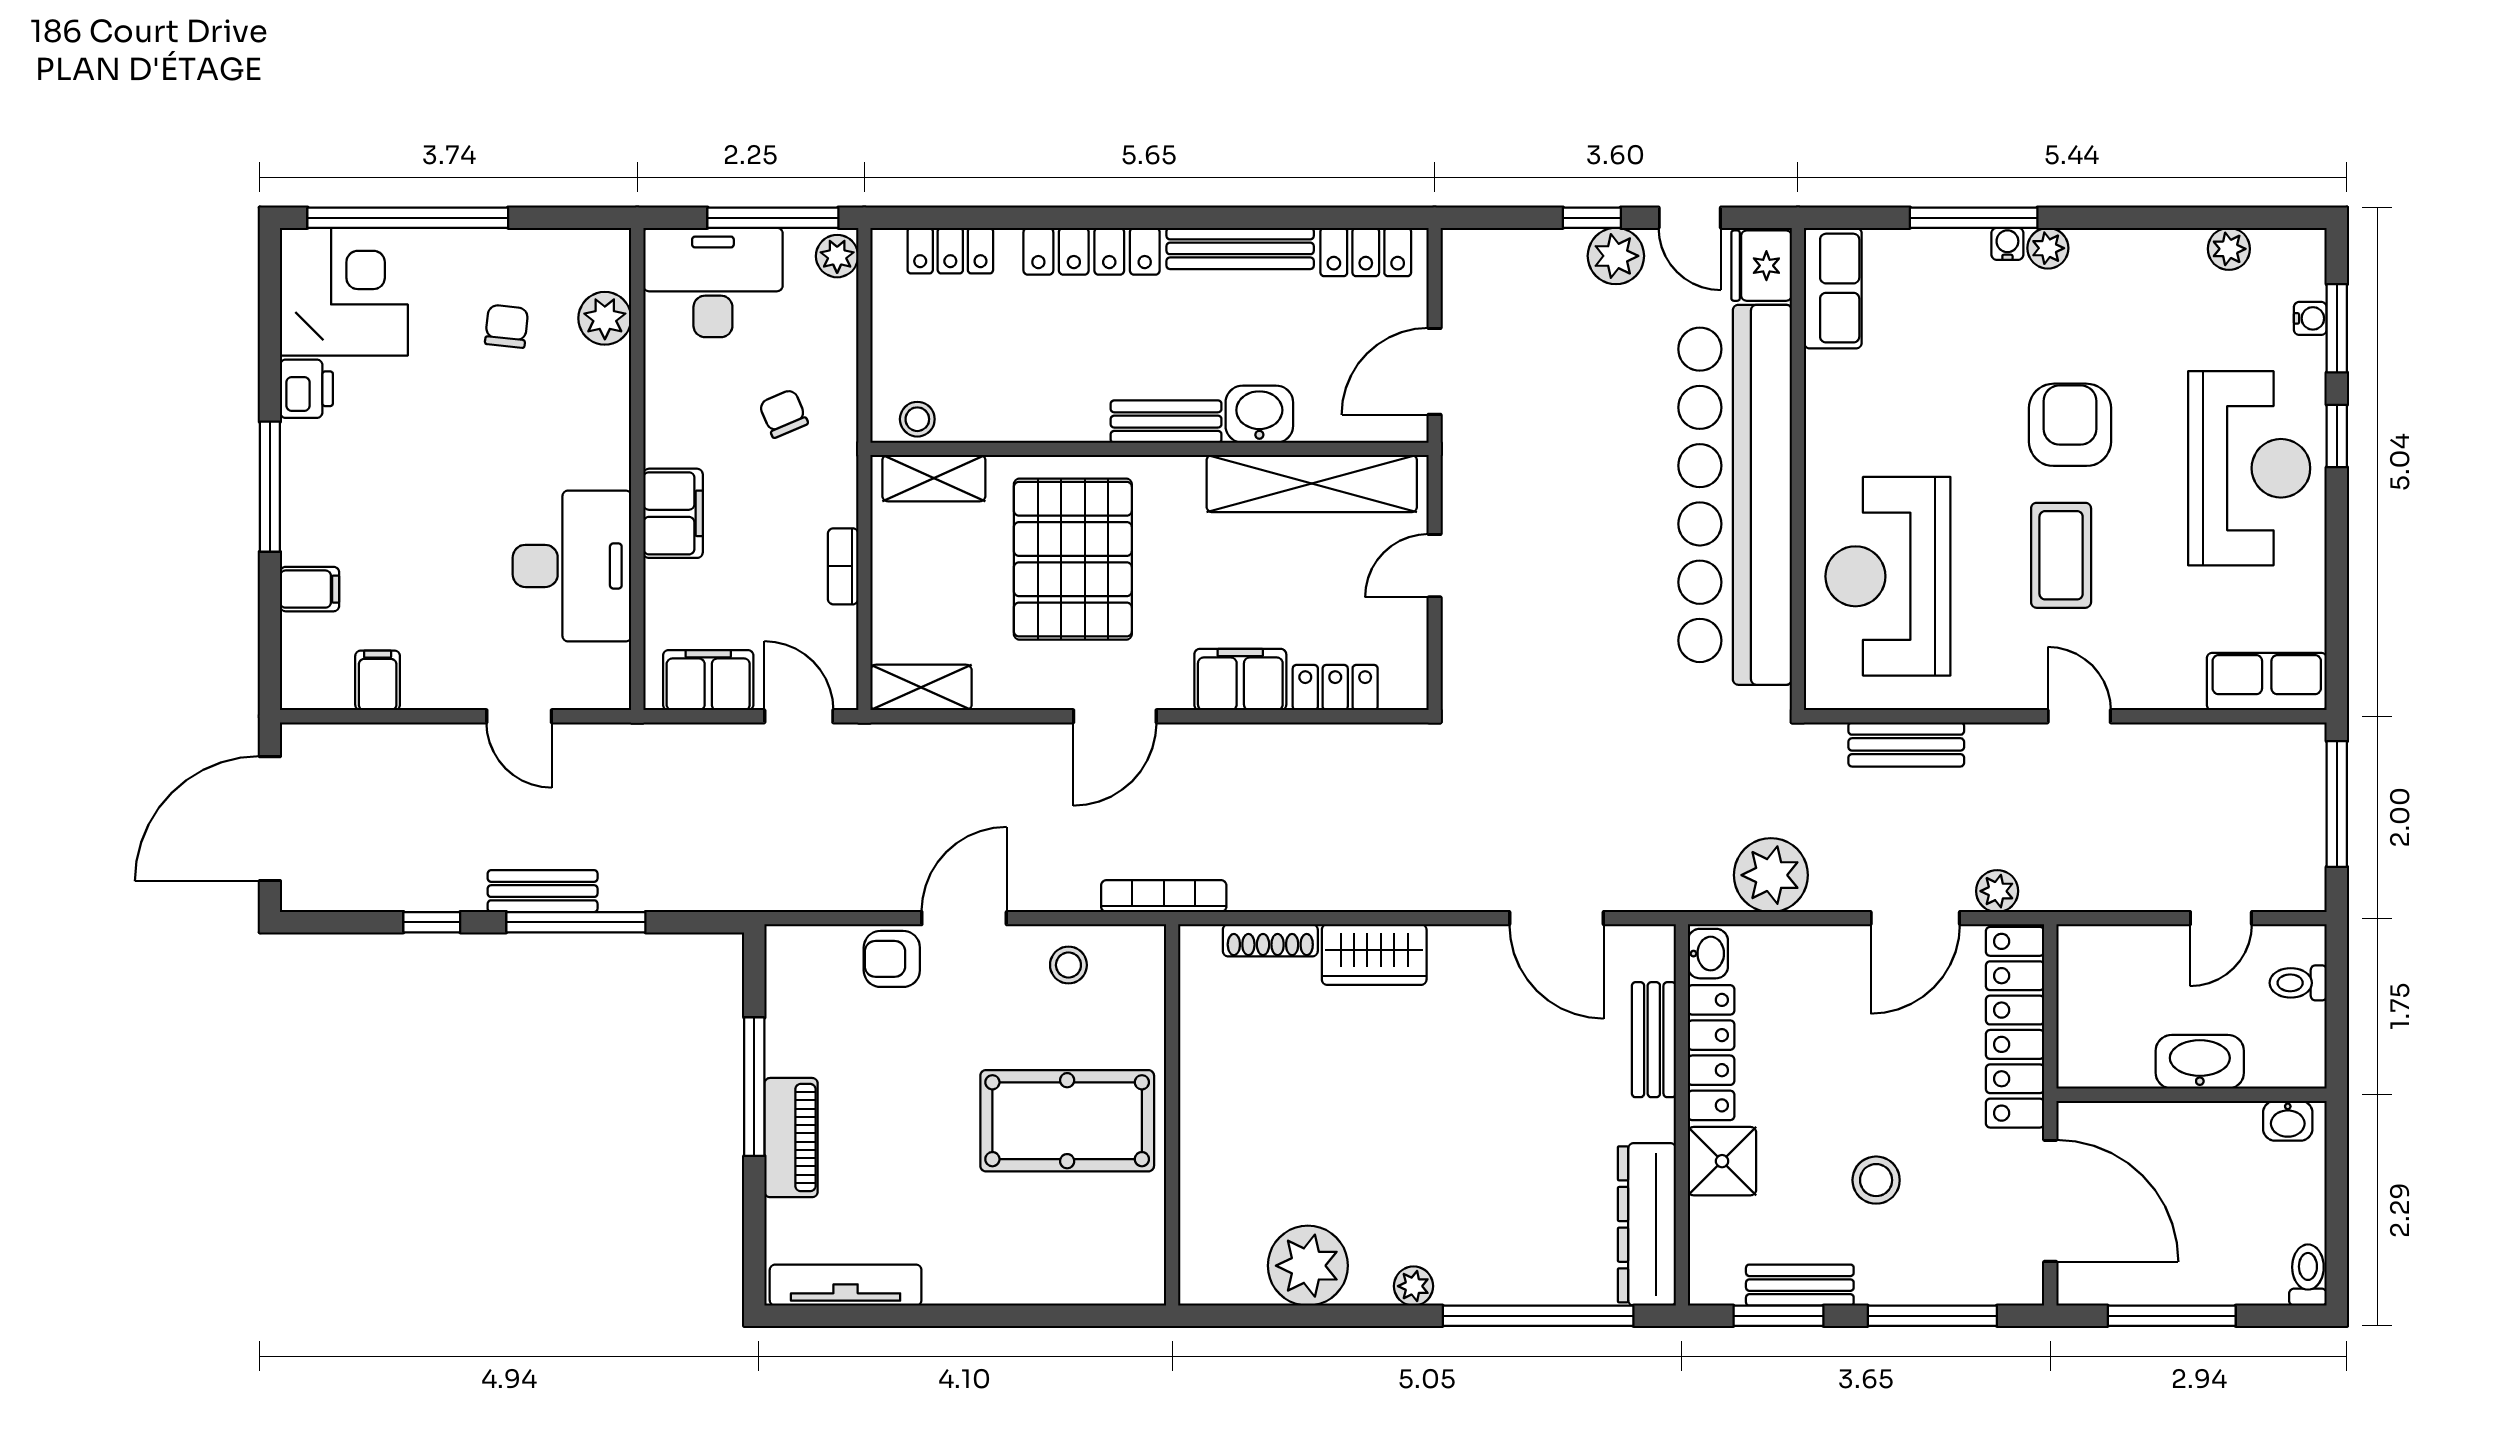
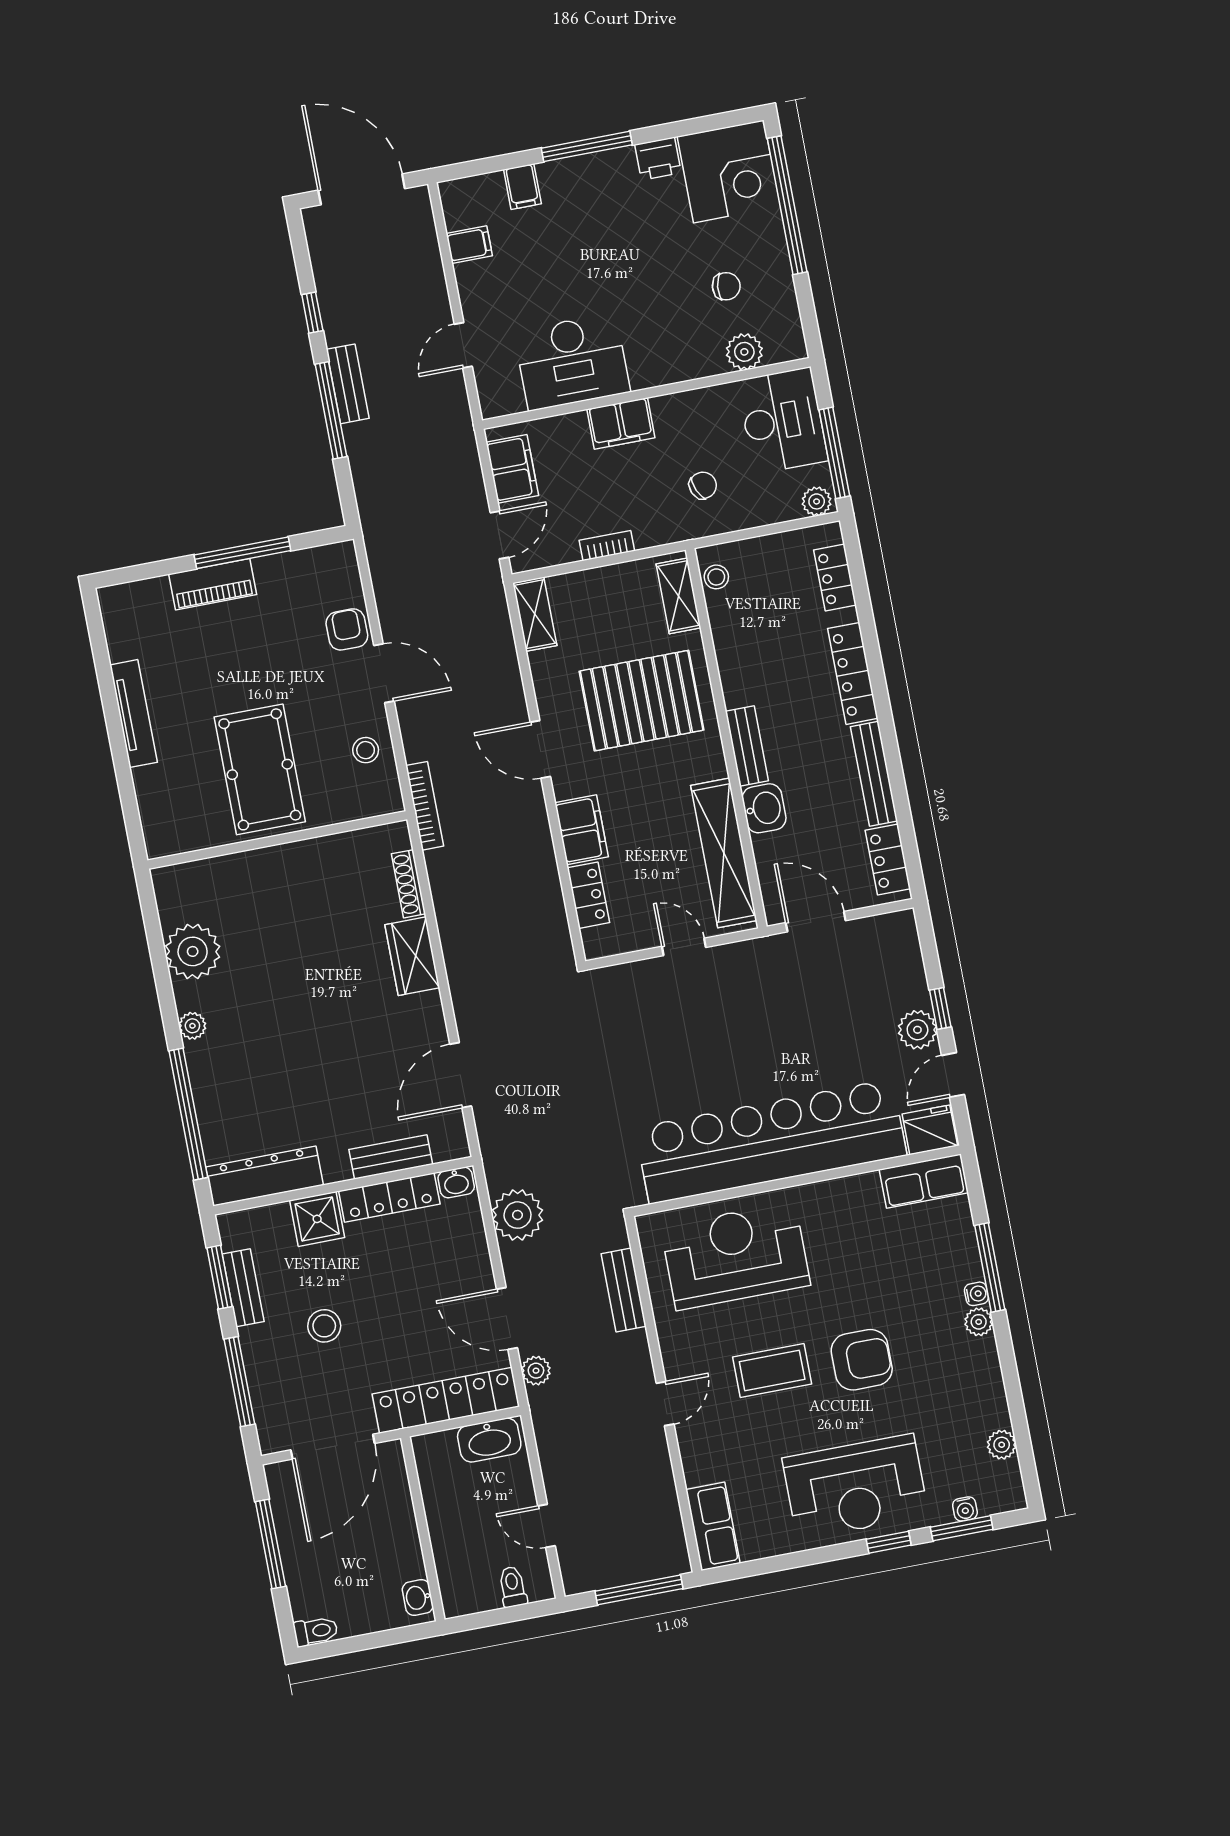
washbasin: (2200, 1062) -> (489, 1440), moved, turned 90
tv unit: (846, 1285) -> (134, 714), moved

